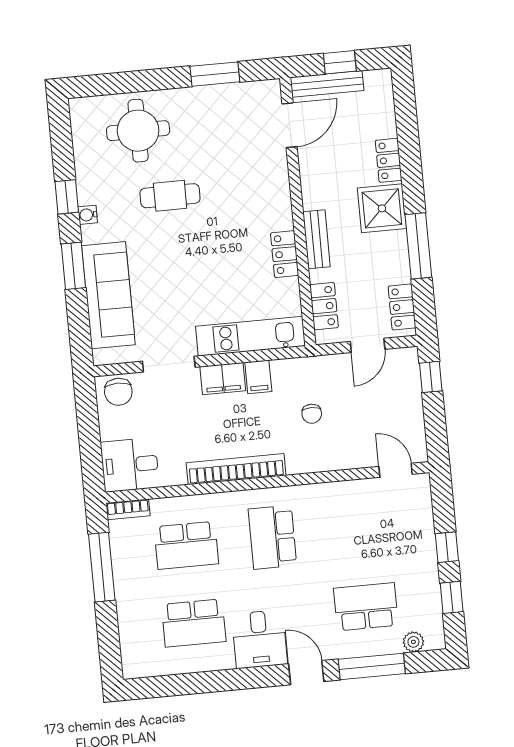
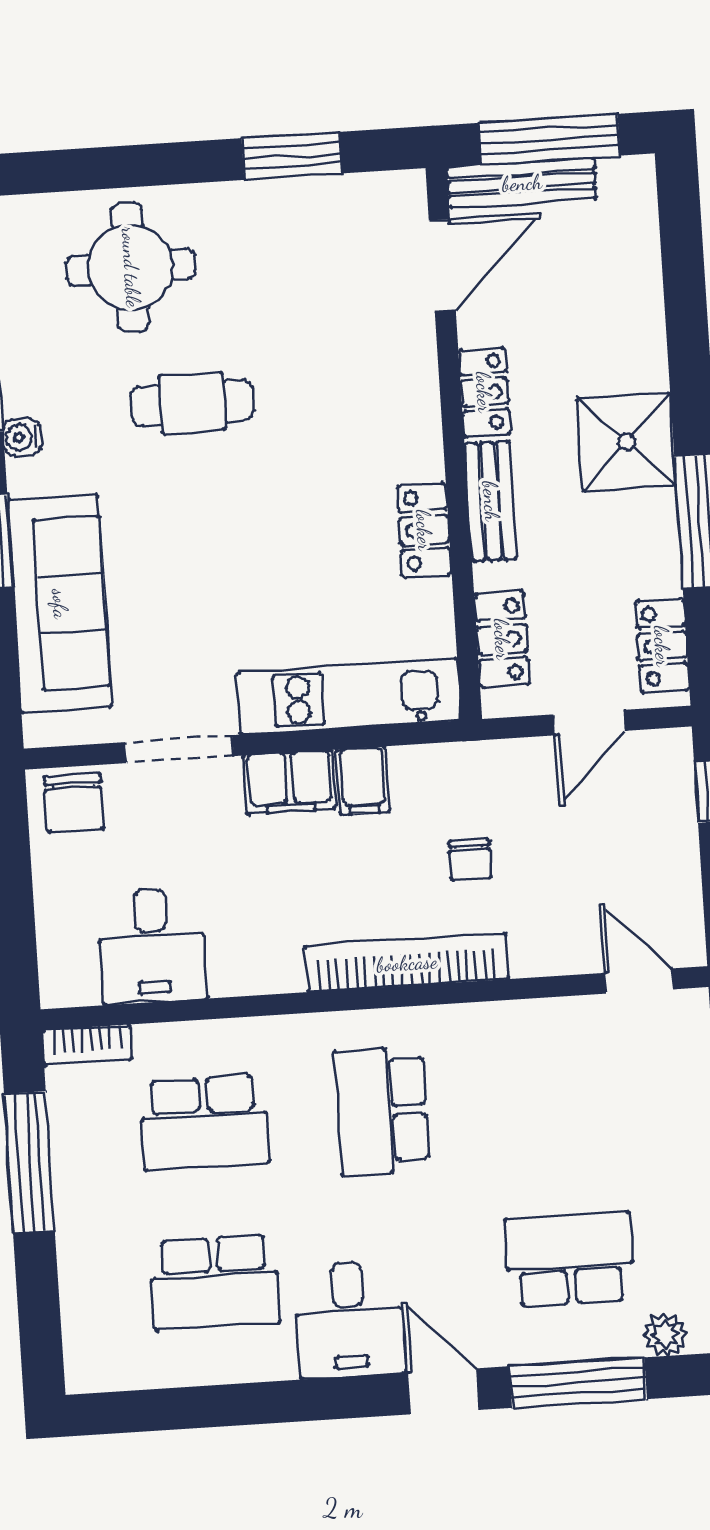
window: (340, 62) -> (549, 139), width x2.17
locker: (389, 160) -> (484, 392), moved, turned 180
desk: (130, 465) -> (152, 945), moved, turned -90
bookcase: (236, 469) -> (407, 963), moved

